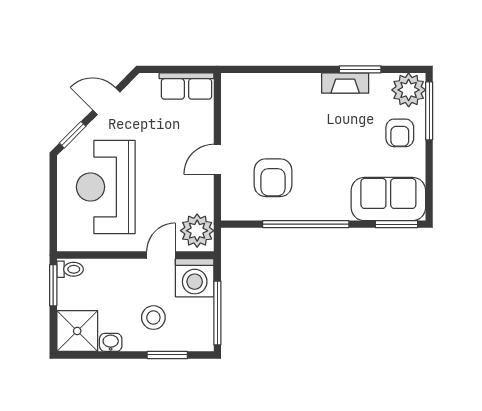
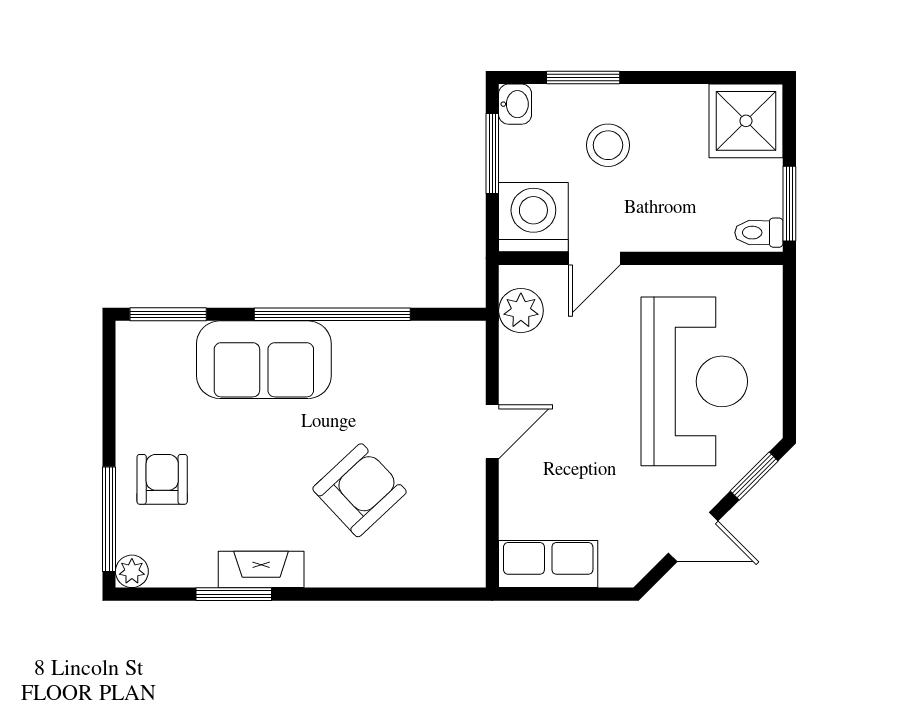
plant: (409, 90) -> (132, 571), width x0.53, depth x0.53
armchair: (273, 178) -> (359, 490), moved, turned 47
sofa: (388, 199) -> (264, 360), moved
plant: (197, 231) -> (521, 311), width x0.73, depth x0.73
window: (217, 313) -> (492, 154), width x0.69
washbasin: (111, 342) -> (515, 104), moved, turned -90

